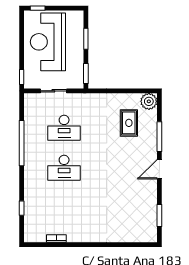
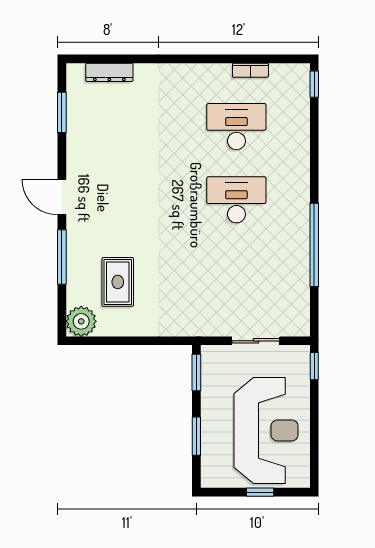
window: (38, 8) -> (260, 492), moved
desk: (64, 128) -> (236, 127), moved
door: (159, 169) -> (62, 197), swing flipped
window: (22, 208) -> (314, 84), moved
dresser: (133, 237) -> (109, 72), added

